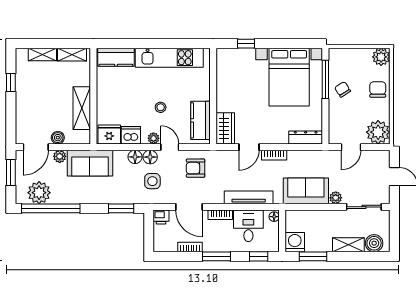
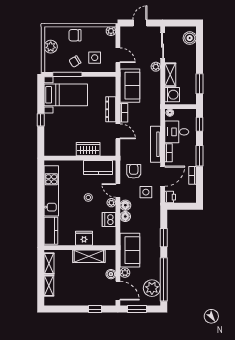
window: (246, 44) -> (41, 120), moved
plant: (381, 57) -> (51, 47), moved
bed with nightstands: (289, 77) -> (66, 95), width x0.73
window: (11, 83) -> (95, 309), moved
side table: (348, 116) -> (95, 58), added
wardrobe: (225, 128) -> (88, 149), moved
plant: (378, 132) -> (111, 31), width x0.53, depth x0.53
fridge: (109, 134) -> (84, 238), moved, turned 90
dresser: (306, 137) -> (111, 109), moved
door: (170, 147) -> (118, 191), hinge flipped
armchair: (196, 168) -> (134, 171), turned 180
side table: (152, 181) -> (146, 192), moved
sofa: (306, 191) -> (130, 86), moved, turned 180
tv unit: (249, 197) -> (155, 144), moved
window: (121, 208) -> (164, 238), moved
washing machine: (295, 242) -> (172, 95), moved, turned 180
shelving: (348, 245) -> (170, 75), moved

